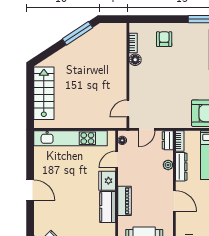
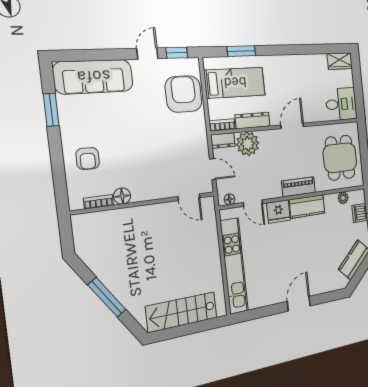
window: (77, 33) -> (107, 297), moved
armchair: (164, 39) -> (88, 159), turned -89
plant: (168, 165) -> (248, 144), width x1.88, depth x1.88

